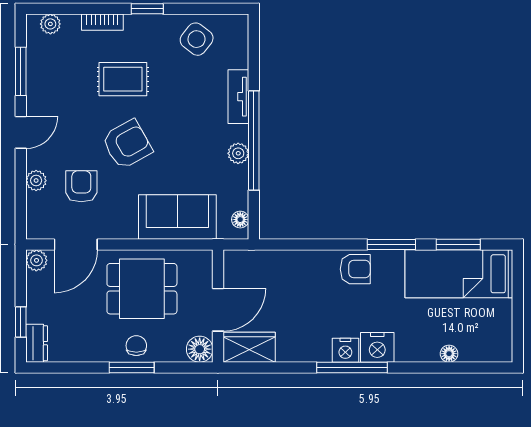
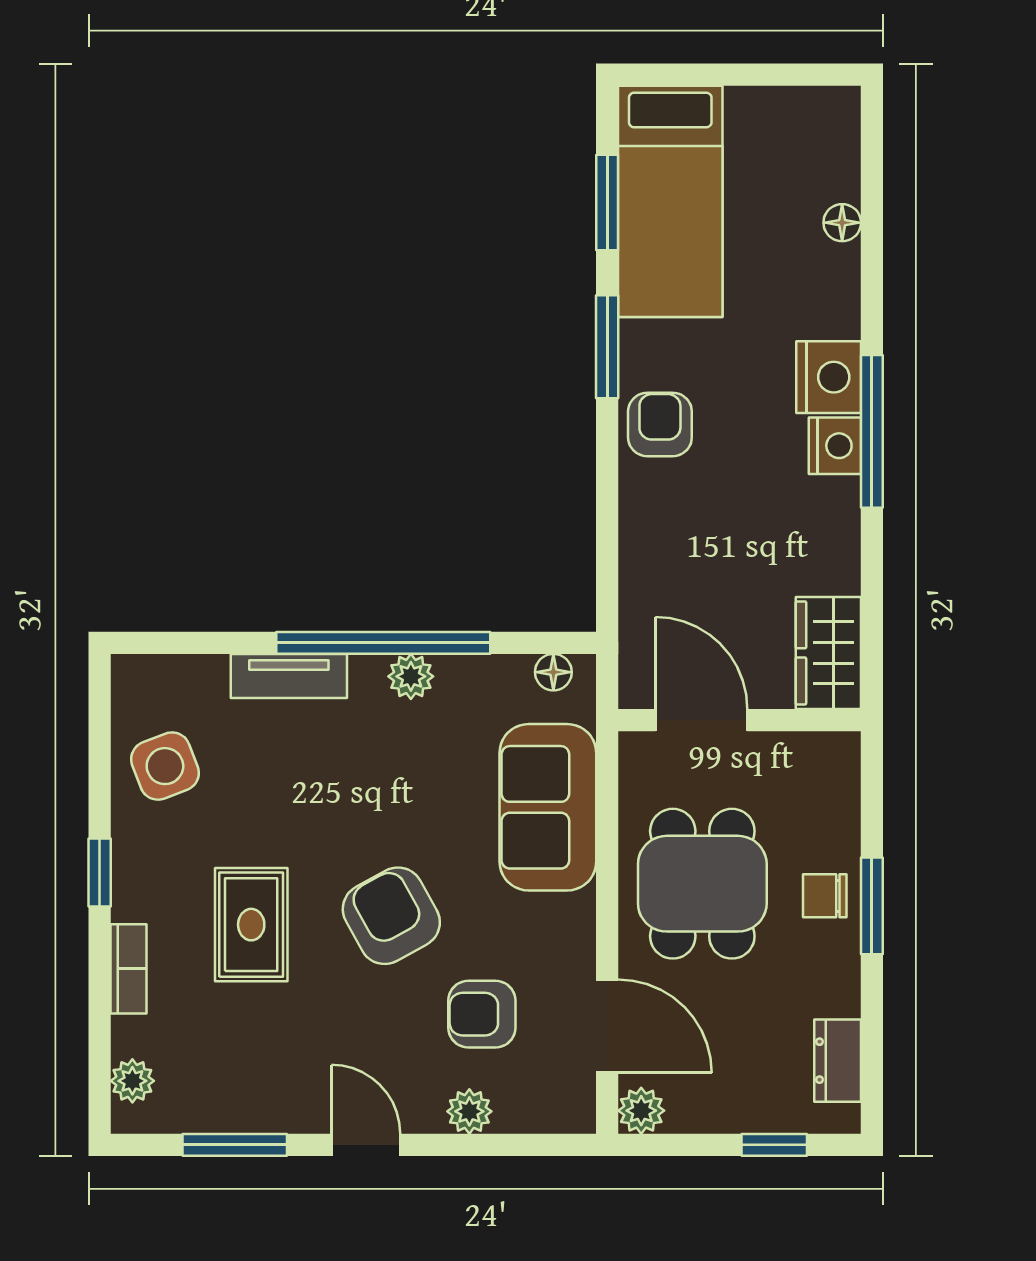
side table: (197, 39) -> (165, 766), turned 31
door: (218, 310) -> (701, 720), moved
dresser: (37, 343) -> (838, 1061), moved, turned -90
floor lamp: (200, 349) -> (833, 759), removed

